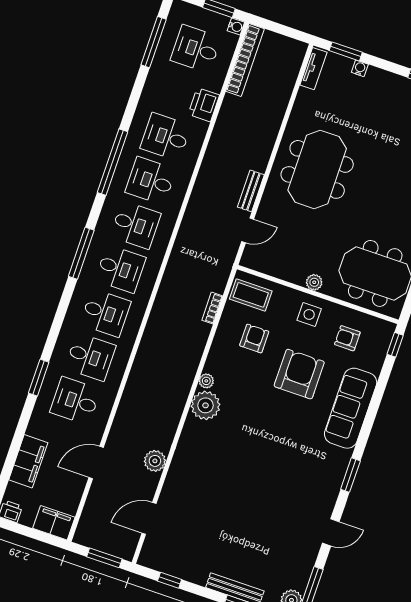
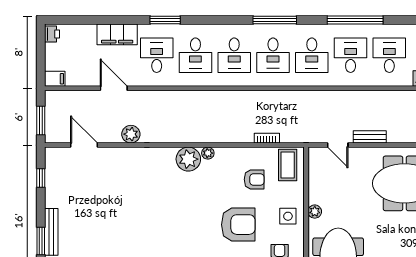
filing cabinet: (28, 461) -> (117, 34), moved
filing cabinet: (54, 523) -> (55, 79), width x0.50

